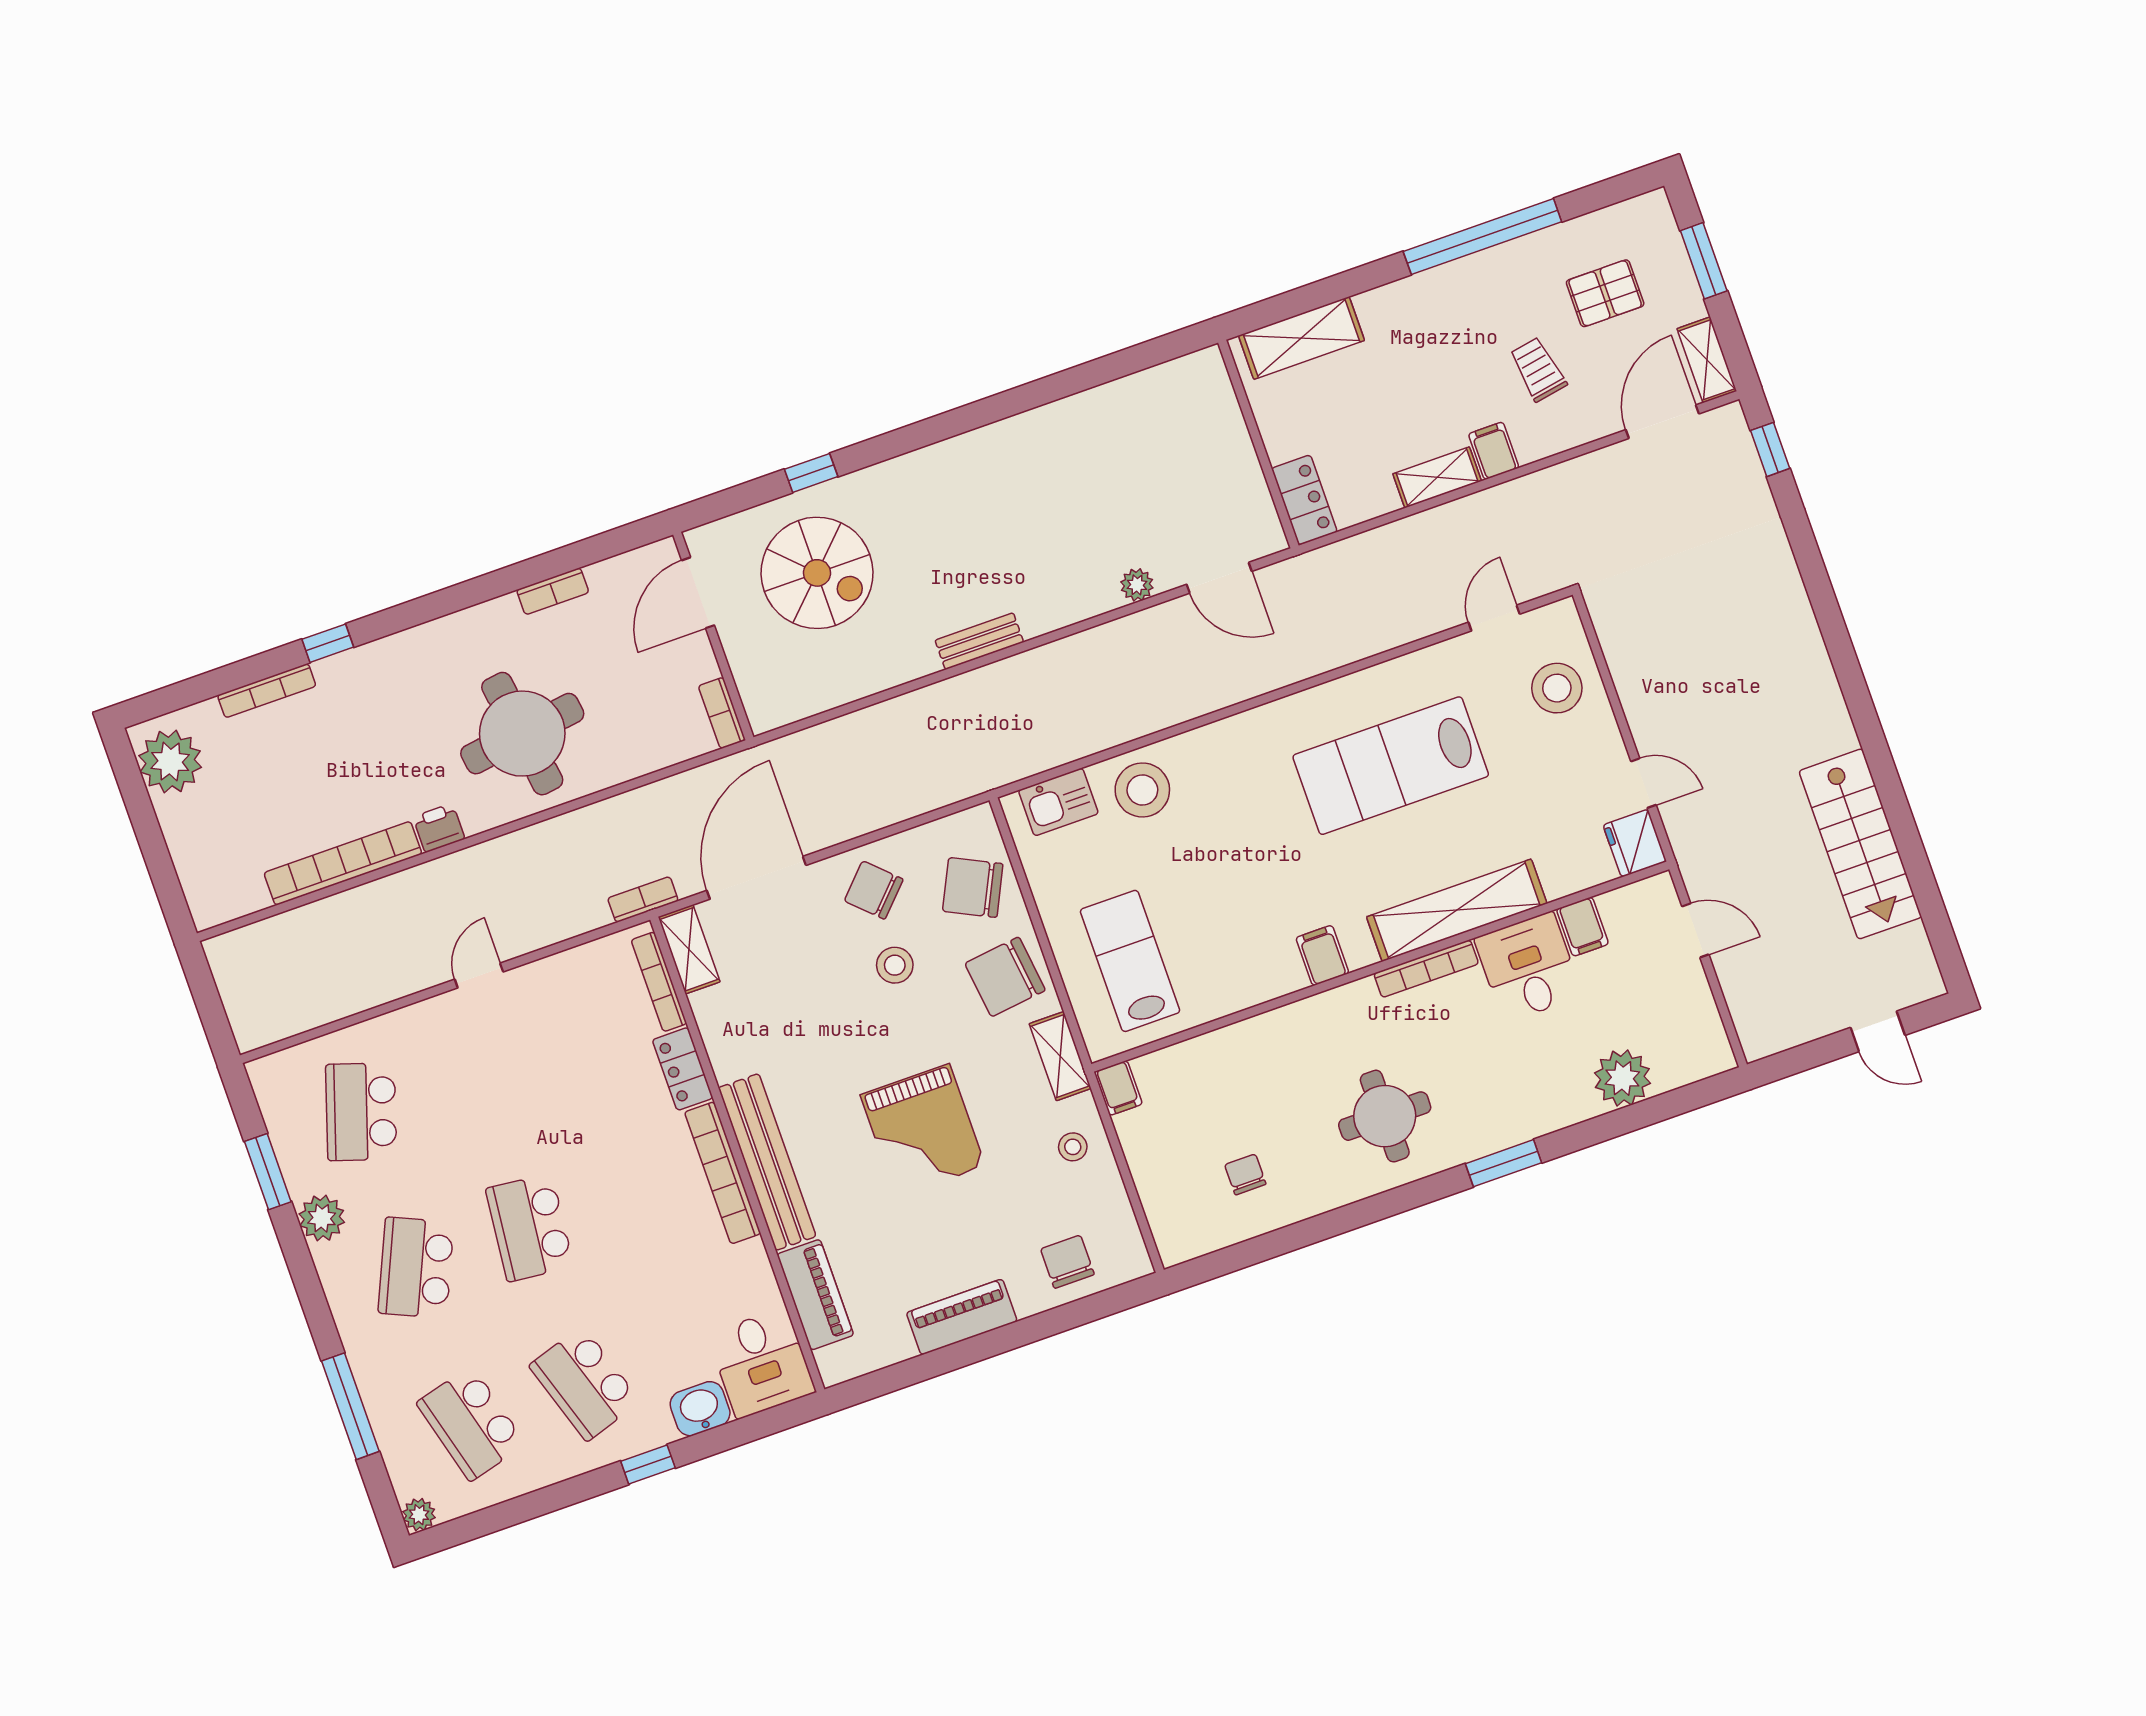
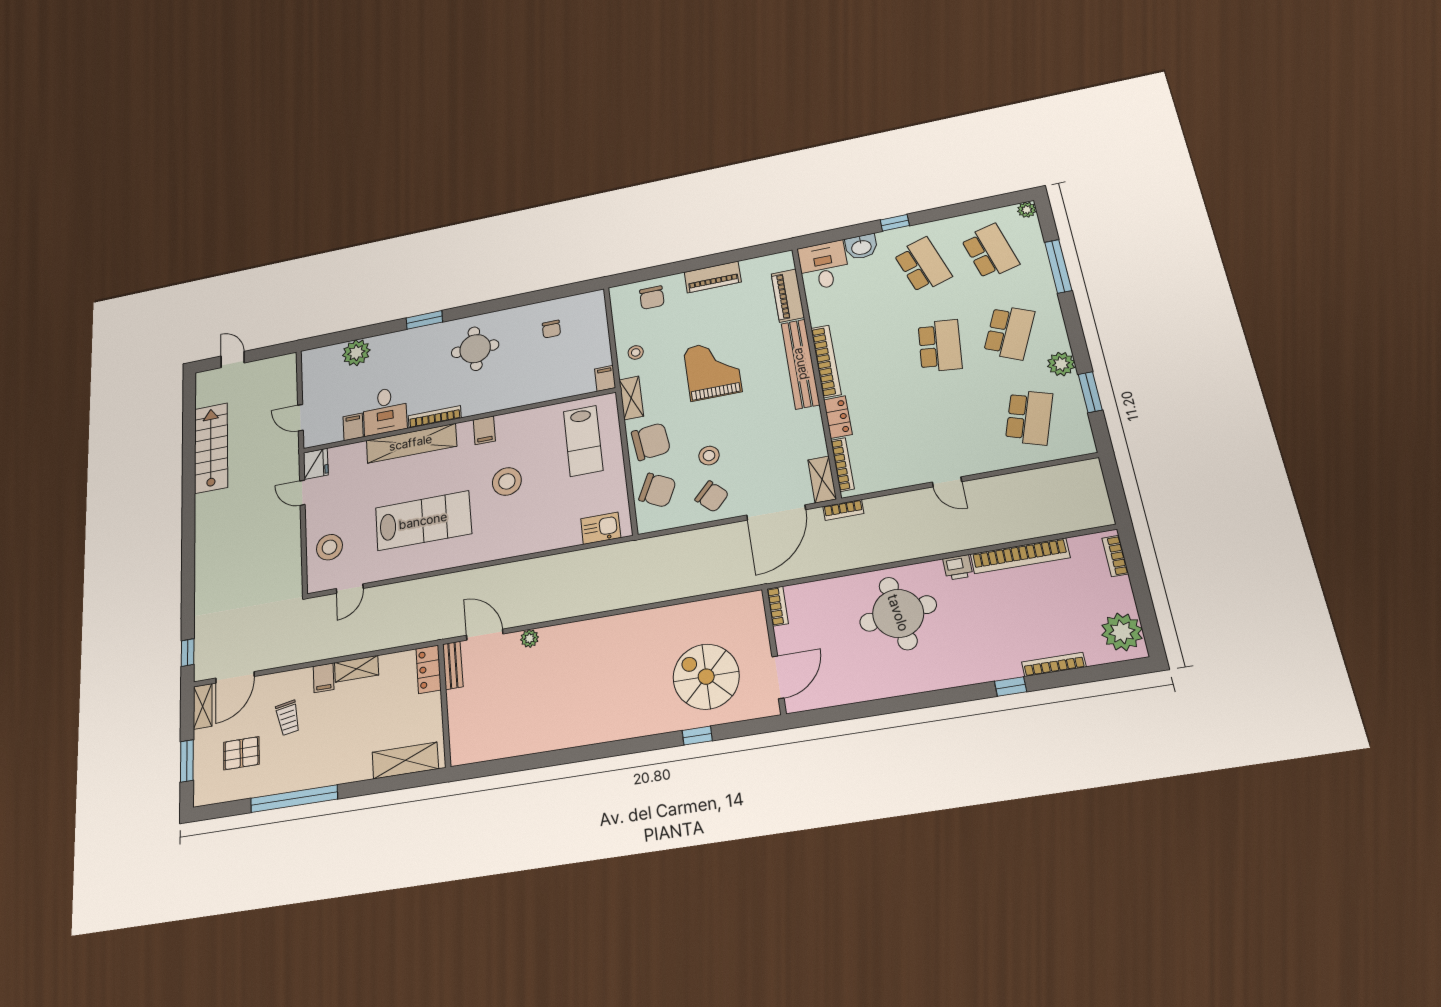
bookcase: (553, 591) -> (1115, 556), moved, turned -90
bench: (979, 641) -> (453, 665), moved, turned 90
stool: (1142, 790) -> (507, 481), moved
door: (479, 976) -> (947, 482), hinge flipped

